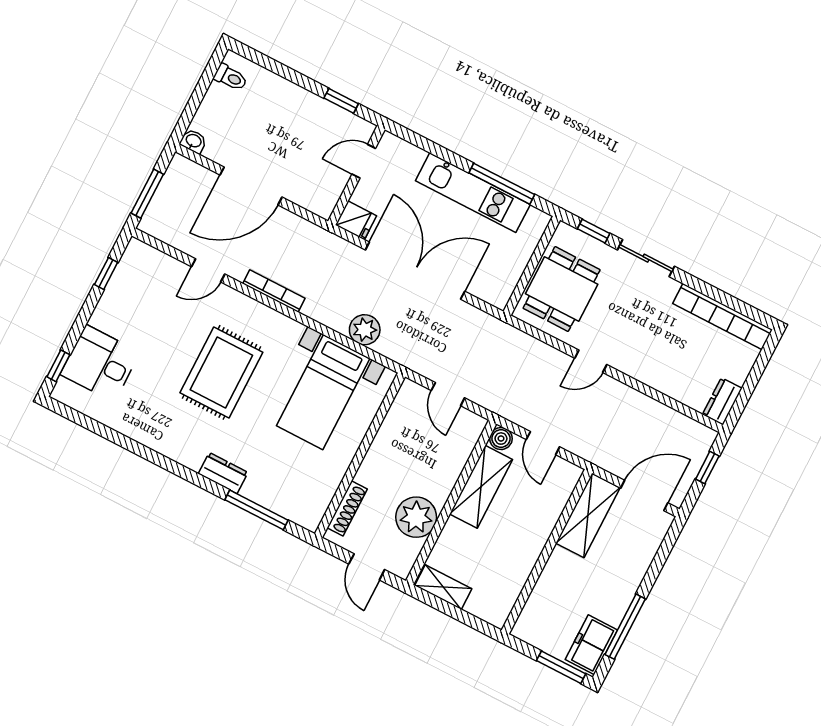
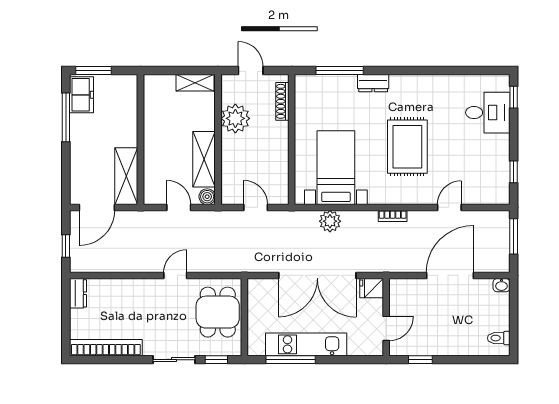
bookcase: (274, 291) -> (393, 216), width x0.64

